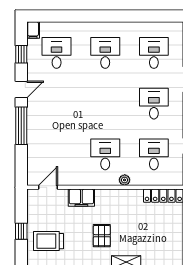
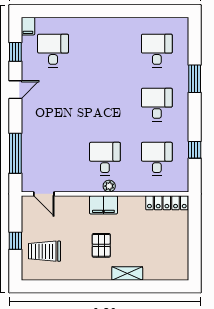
desk: (105, 53) -> (105, 51), removed
window: (21, 126) -> (15, 153), moved
plant: (125, 180) -> (109, 186), moved
door: (48, 187) -> (44, 194), swing flipped
filing cabinet: (81, 198) -> (103, 205), moved

